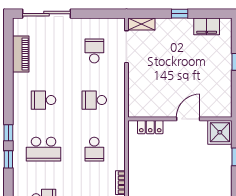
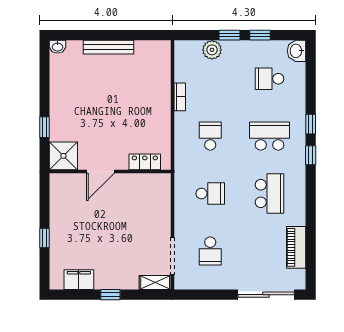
school desk: (44, 100) -> (270, 194), width x1.85

